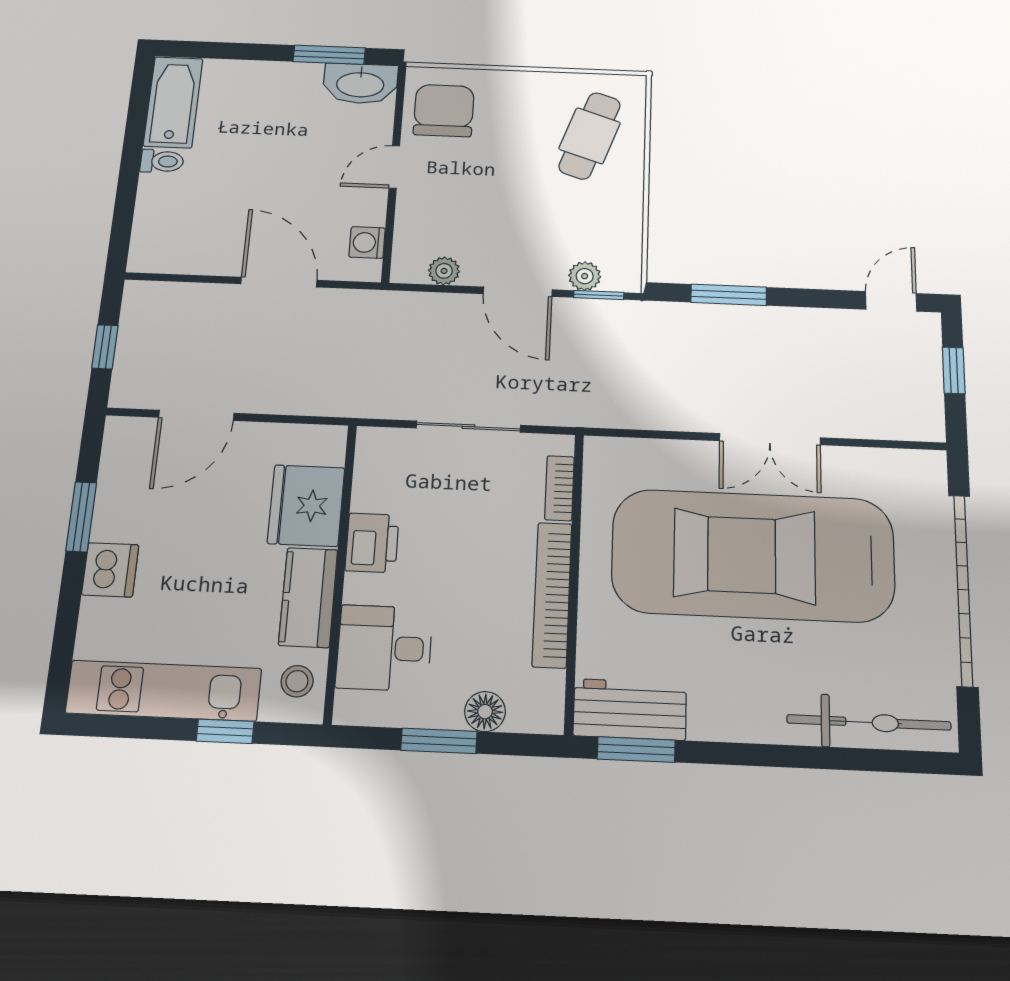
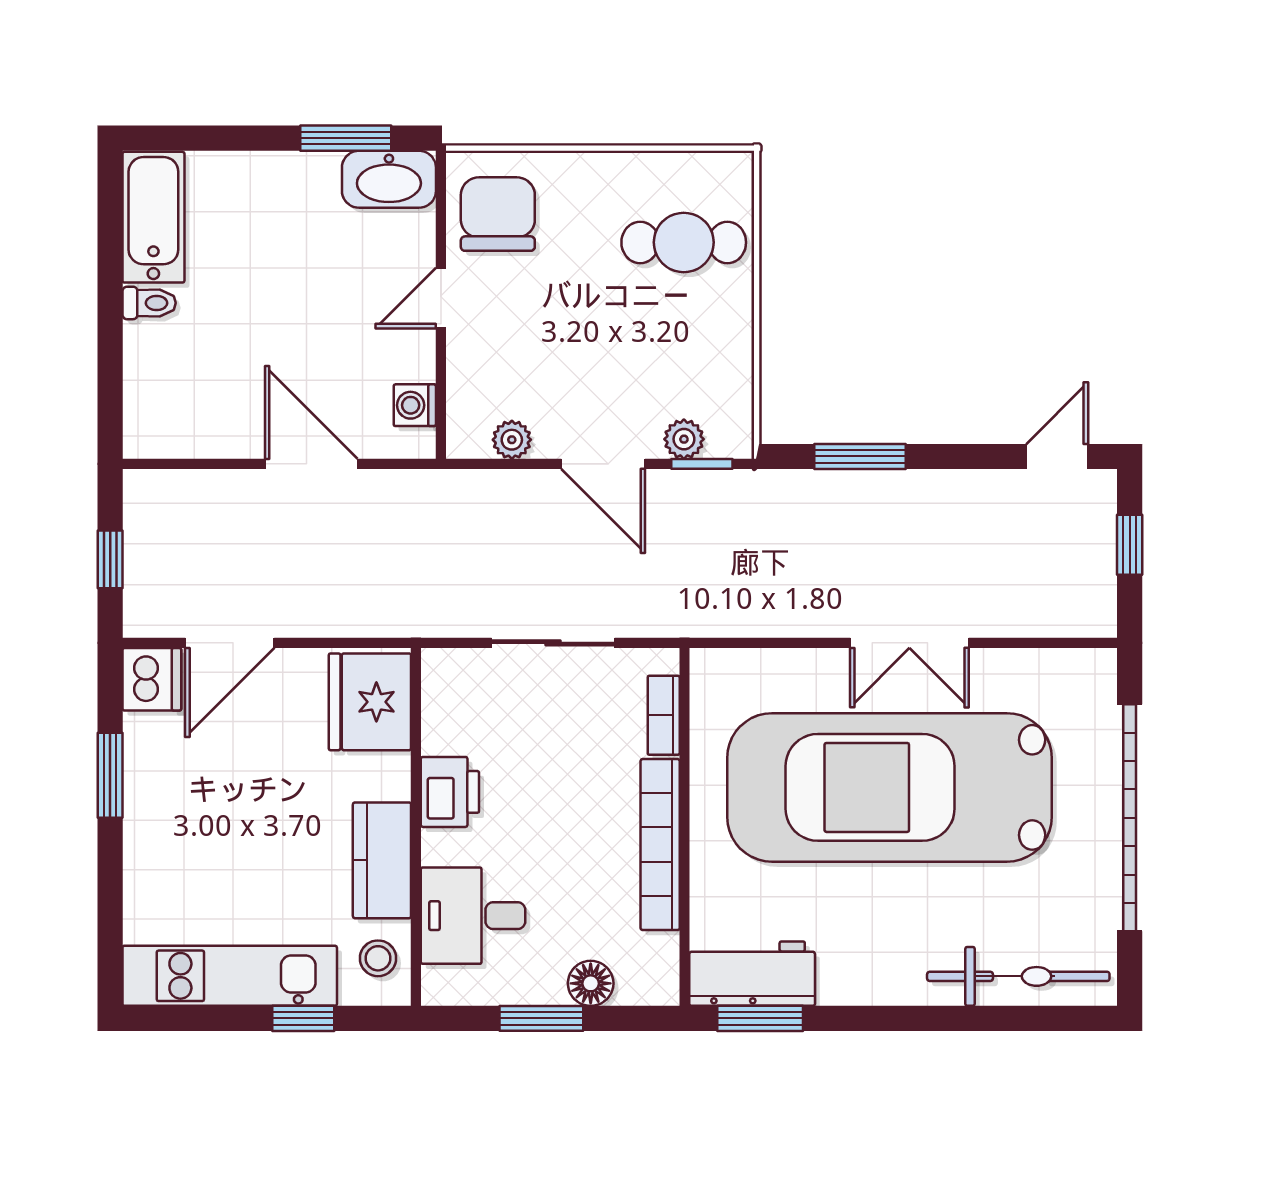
cafe table: (590, 136) -> (684, 242), turned 71
fridge: (306, 505) -> (370, 702), moved
dishwasher: (110, 570) -> (152, 679), moved

